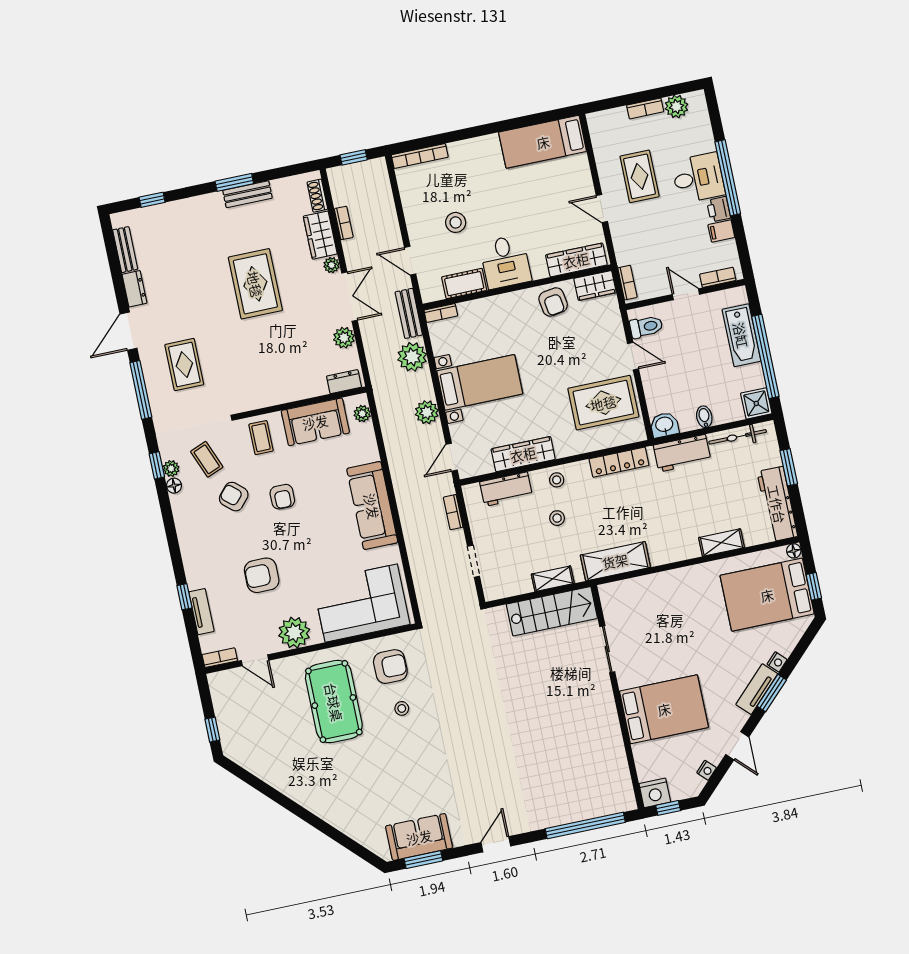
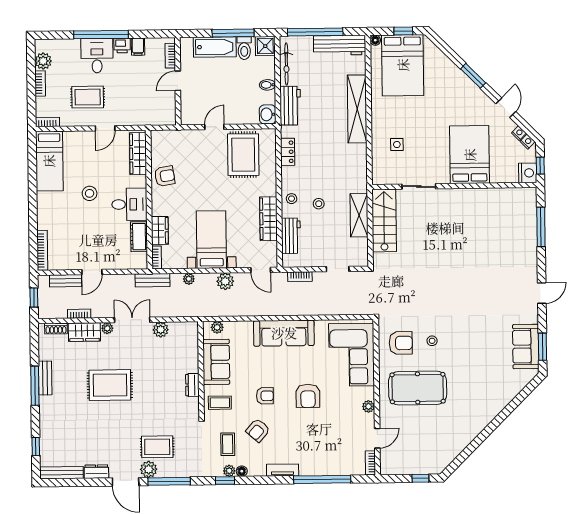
window: (234, 182) -> (35, 386), width x1.44
bench: (385, 196) -> (66, 281), added
stool: (456, 222) -> (90, 193), moved
bench: (125, 250) -> (61, 473), width x1.36
door: (410, 261) -> (92, 272), moved
bookcase: (627, 283) -> (47, 122), moved
wardrobe: (595, 285) -> (160, 230), moved
toilet: (646, 327) -> (244, 48), moved, turned 180
window: (765, 356) -> (233, 33), width x0.68
plant: (412, 357) -> (189, 279), width x0.53, depth x0.53
plant: (152, 359) -> (149, 469), added
dresser: (344, 382) -> (192, 385), moved
coffee table: (207, 459) -> (228, 444), turned -68
locker: (619, 462) -> (288, 152), width x0.66
window: (789, 467) -> (315, 32), width x2.11
shelving: (721, 543) -> (357, 109), width x2.20, depth x1.33
shelving: (615, 561) -> (358, 168), removed
armchair: (262, 575) -> (308, 396), moved
shelving: (553, 579) -> (359, 215), width x1.50, depth x1.33
window: (184, 597) -> (322, 479), width x3.17
side table: (658, 608) -> (397, 145), added
tv unit: (201, 612) -> (283, 470), moved
plant: (294, 633) -> (368, 406), width x0.53, depth x0.53
nightstand: (777, 662) -> (528, 142), moved
armchair: (390, 667) -> (401, 343), turned 90
tv unit: (757, 689) -> (468, 86), removed
door: (737, 746) -> (506, 108), hinge flipped
window: (585, 825) -> (541, 227), width x0.68
door: (496, 844) -> (542, 293), swing flipped

